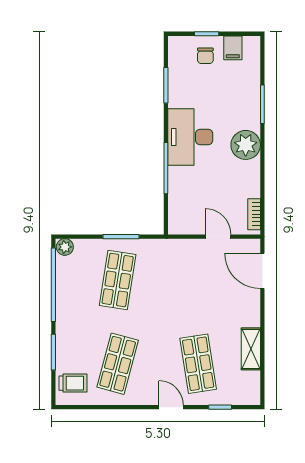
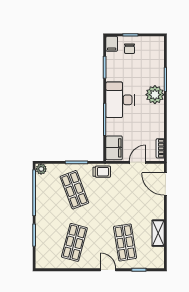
filing cabinet: (233, 48) -> (112, 44), moved
plant: (246, 145) -> (155, 95), moved
filing cabinet: (181, 213) -> (114, 148), added
door: (218, 237) -> (138, 162), hinge flipped
shop shelf: (118, 280) -> (74, 190), turned -30
trolley: (73, 383) -> (102, 172), moved

